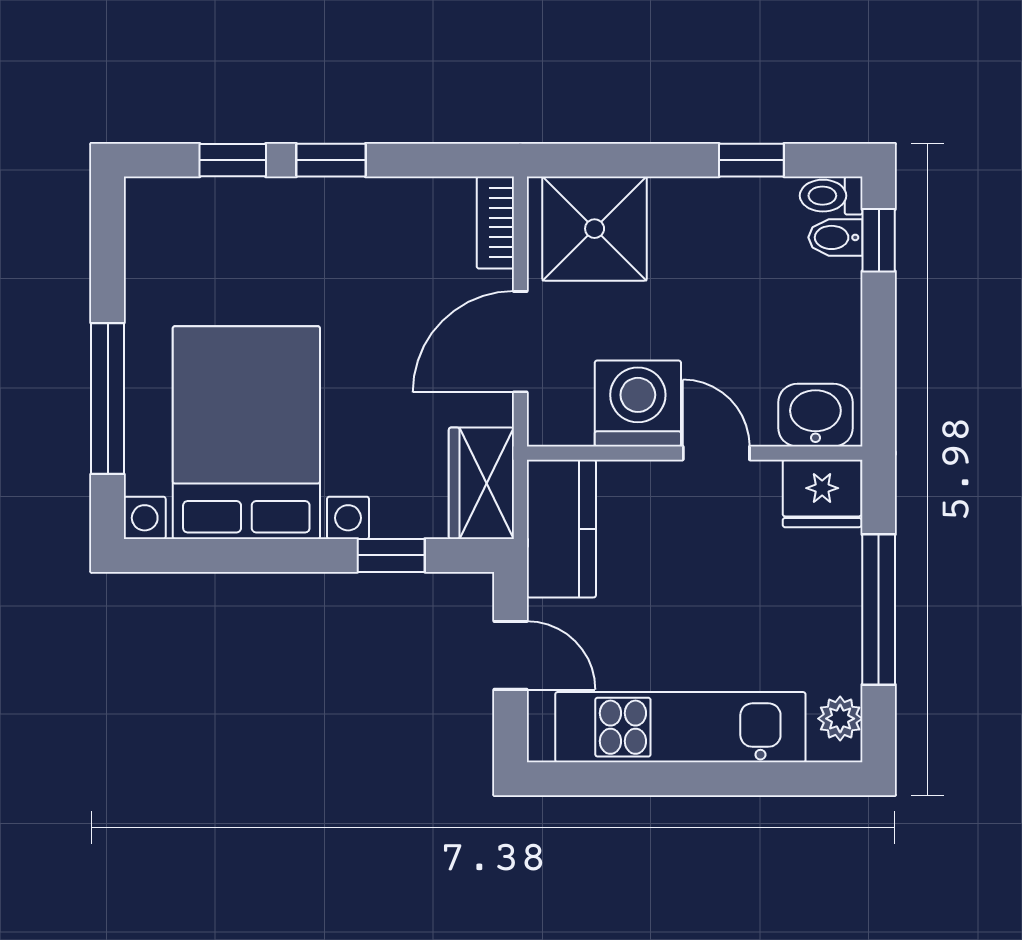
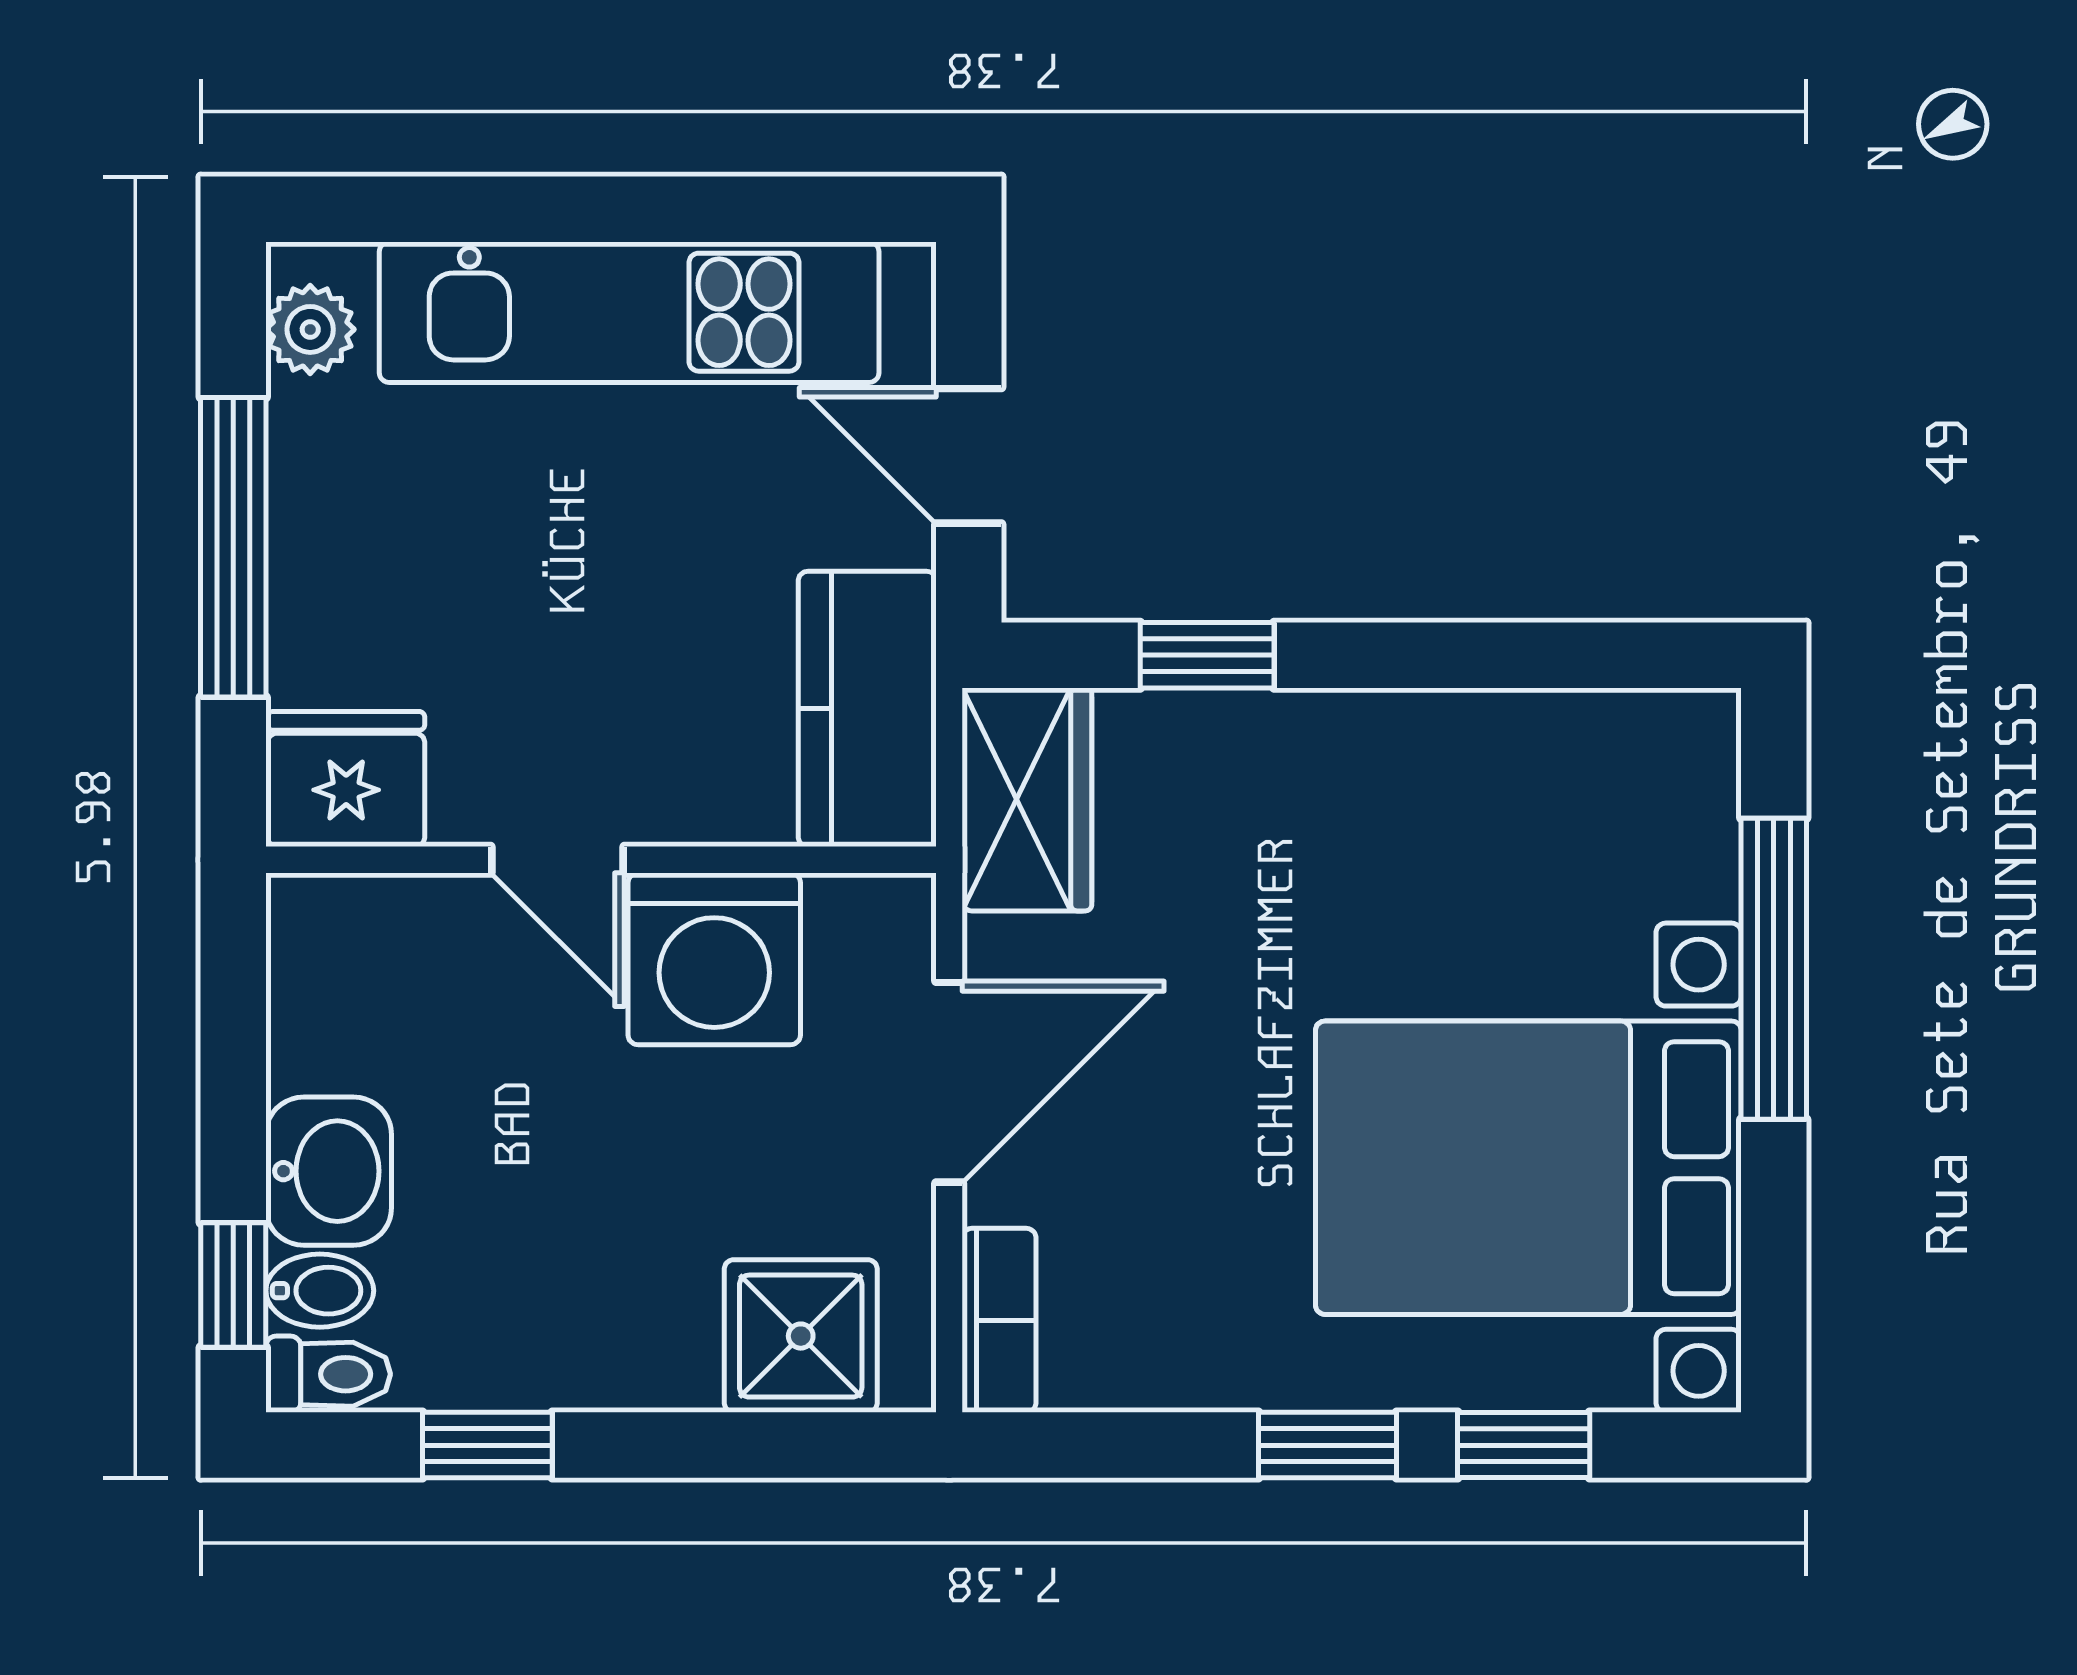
shower: (595, 229) -> (801, 1336), width x0.73, depth x0.73
washbasin: (815, 415) -> (329, 1171), moved, turned -90
bed with nightstands: (246, 433) -> (1528, 1168), moved, turned 90

